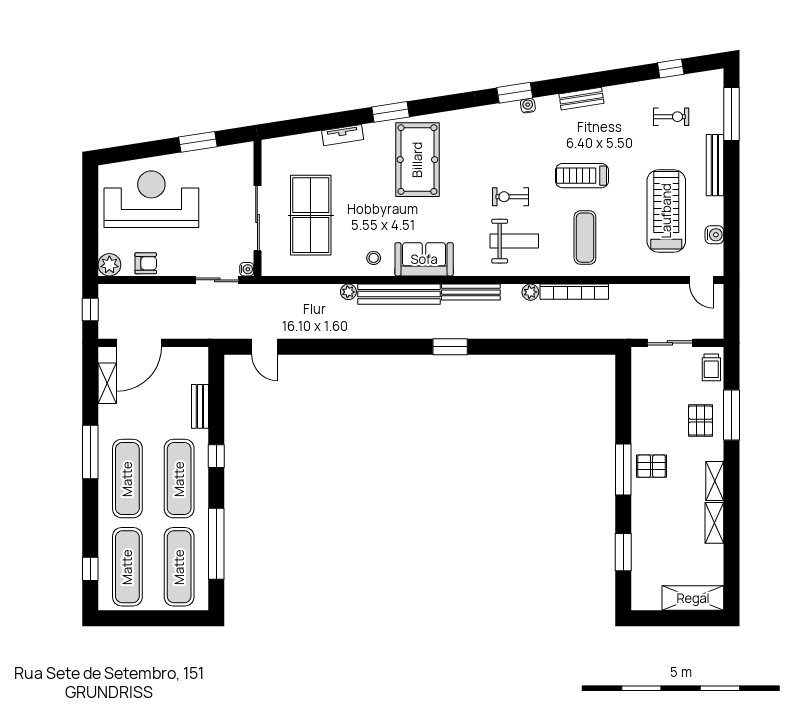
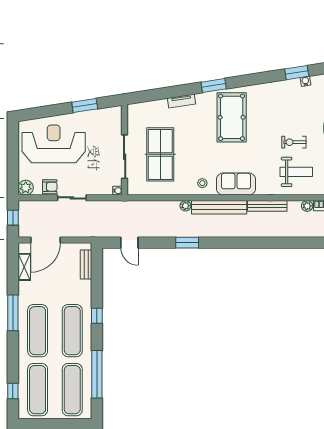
sliding door: (217, 280) -> (72, 198), moved
window: (450, 347) -> (187, 243), moved
bench: (200, 406) -> (86, 265), moved

